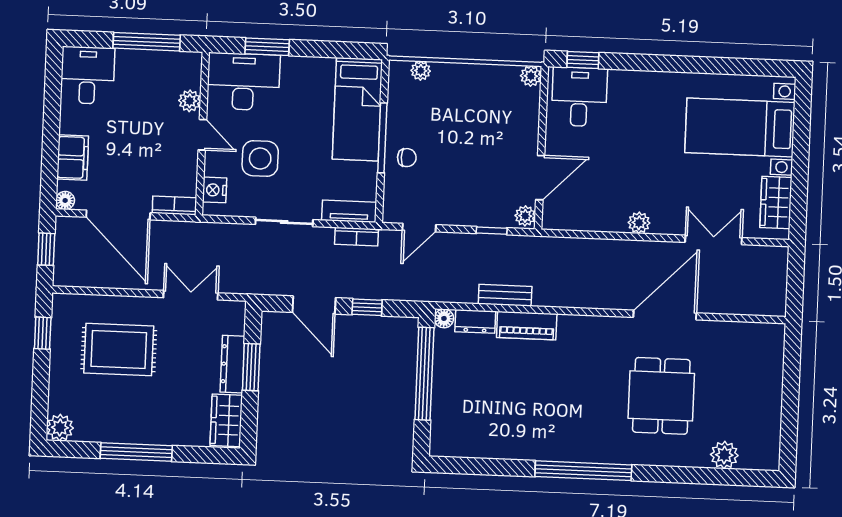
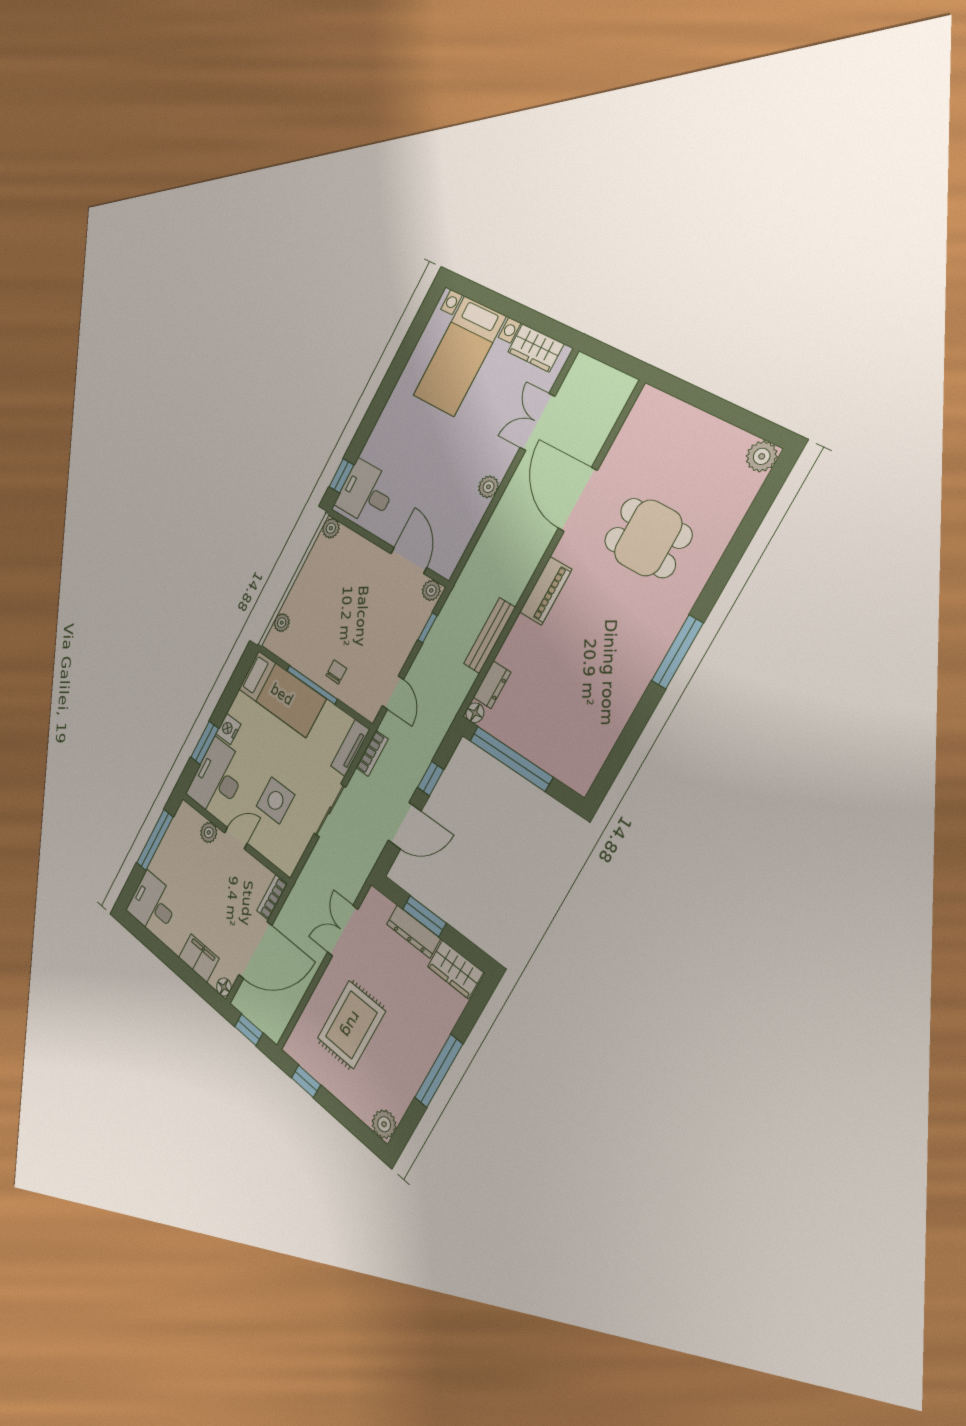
nightstand: (215, 190) -> (228, 729), moved, turned 90
bench: (505, 295) -> (490, 636), width x1.36
piano: (527, 326) -> (546, 591), moved
plant: (724, 455) -> (762, 456), moved
window: (583, 471) -> (677, 652), width x0.68

